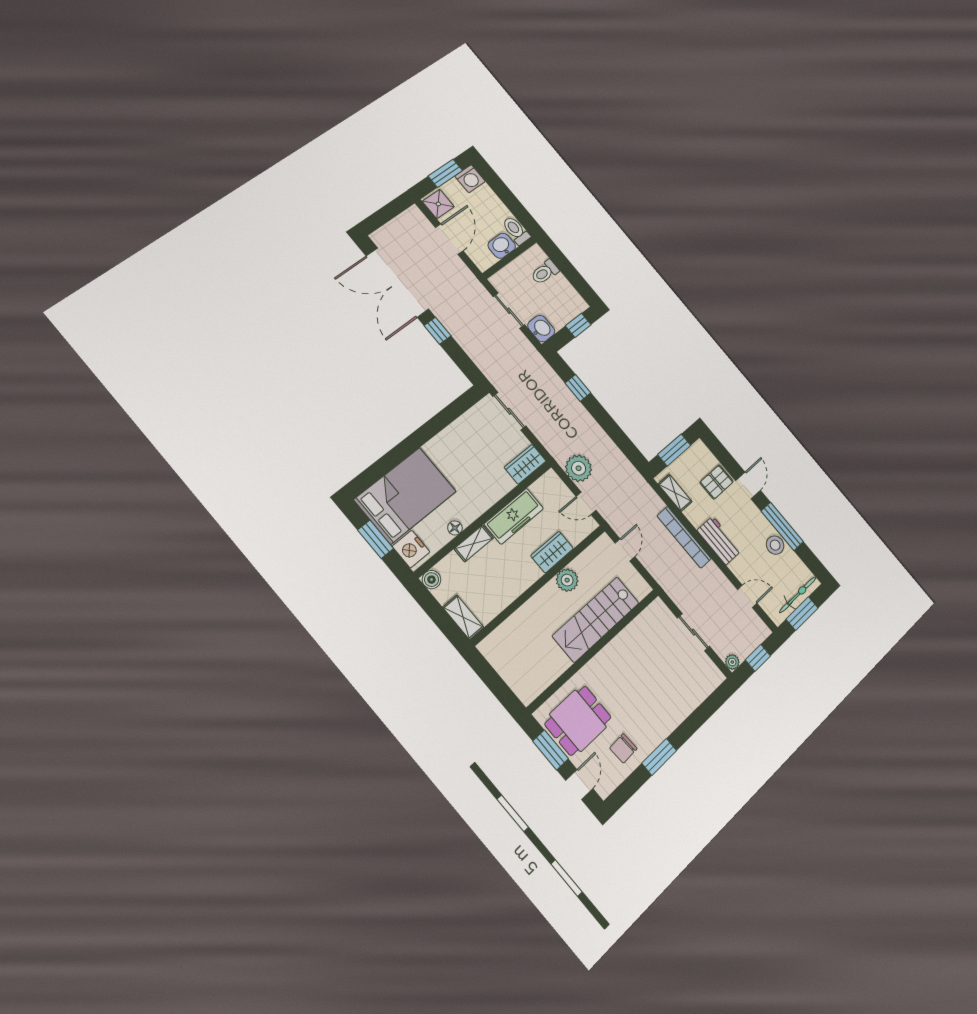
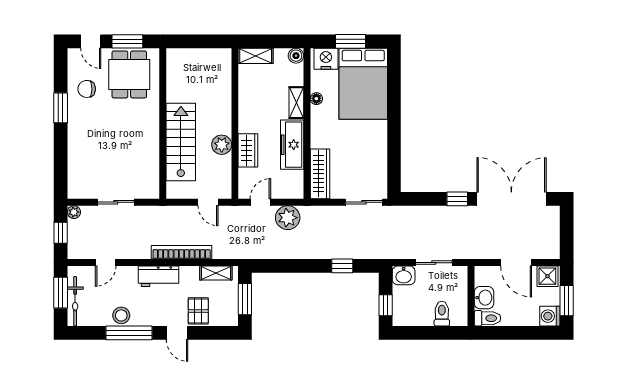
wardrobe: (525, 464) -> (320, 174), width x1.50
chair: (623, 748) -> (87, 89), turned -87

